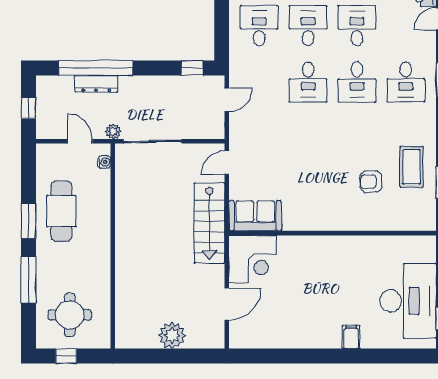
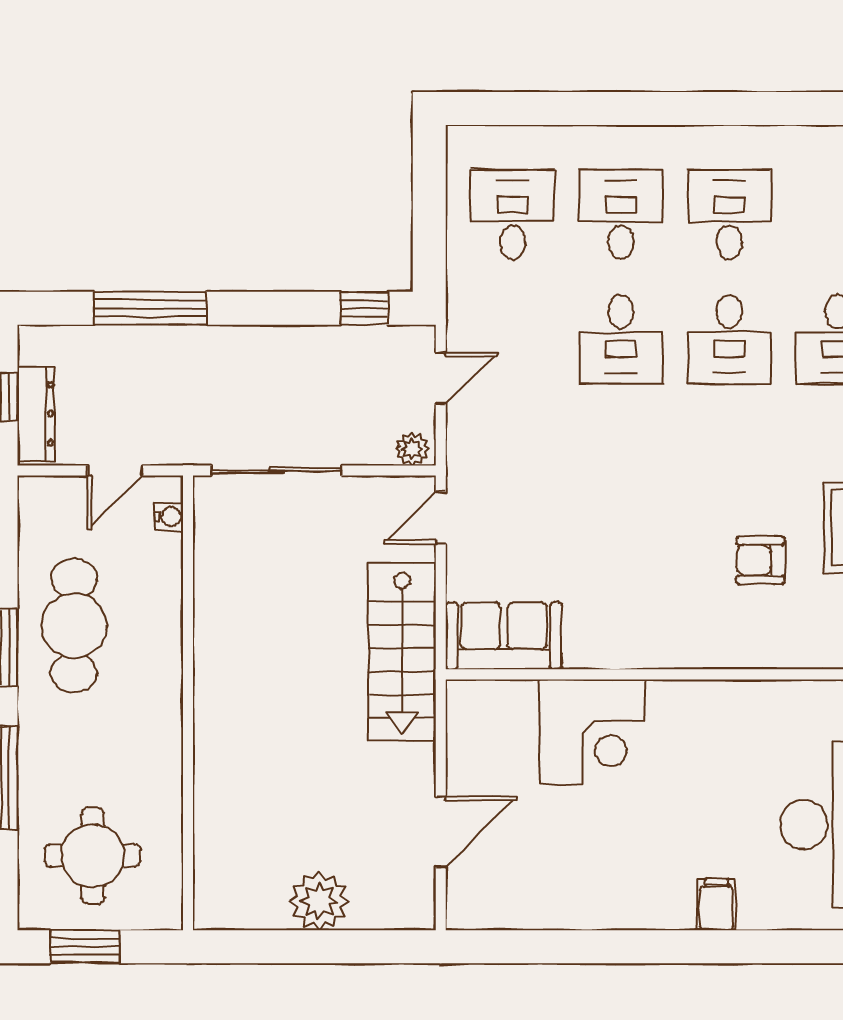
window: (96, 68) -> (150, 308), width x0.68
dresser: (96, 84) -> (36, 414), moved, turned -90
plant: (113, 131) -> (412, 449), moved
door: (80, 141) -> (115, 471), swing flipped
corner desk: (253, 259) -> (592, 732), moved
window: (66, 356) -> (85, 947), width x1.50

